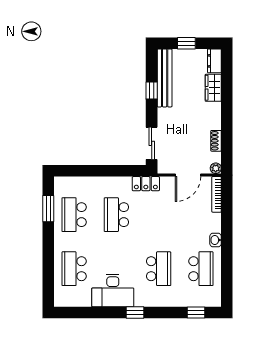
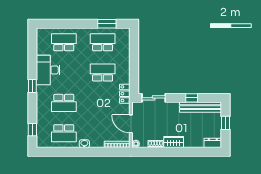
wardrobe: (213, 88) -> (174, 142), moved

